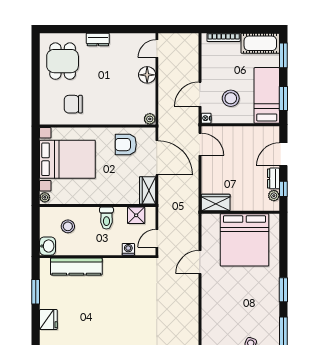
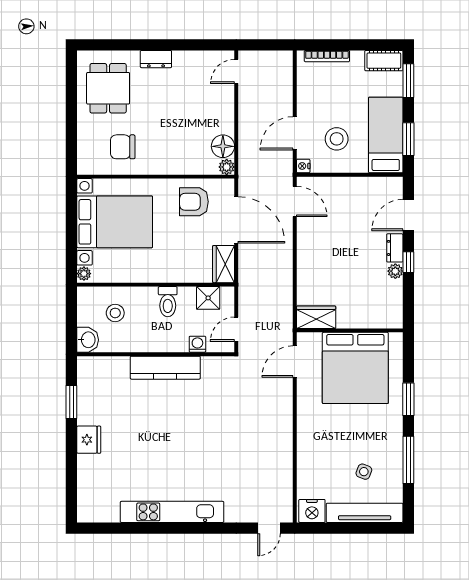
cot: (260, 43) -> (384, 61), width x0.73, depth x0.75
floor lamp: (147, 75) -> (223, 146), moved
wardrobe: (216, 203) -> (316, 317), moved
wall: (240, 212) -> (350, 330), moved
bed: (244, 240) -> (355, 368), moved
kitchen counter: (76, 267) -> (165, 368), moved

